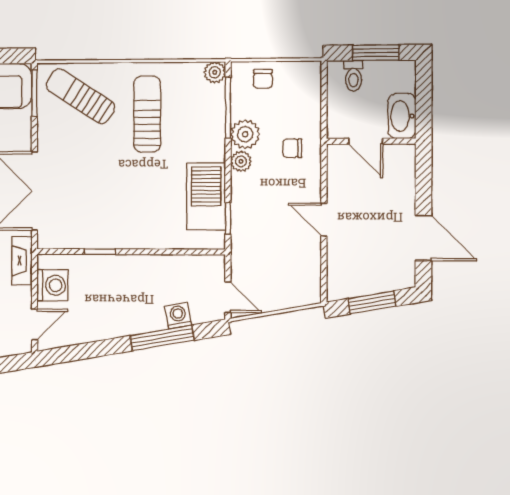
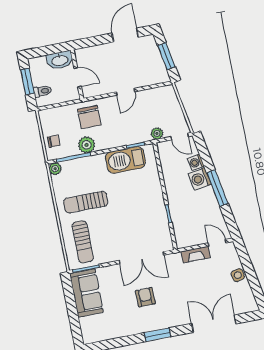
sun lounger: (80, 96) -> (83, 242), turned -33
door: (366, 141) -> (78, 77), hinge flipped
chair: (292, 148) -> (89, 117), width x1.87, depth x1.87
plant: (241, 161) -> (157, 133), moved
fireplace: (22, 261) -> (196, 255), moved
washing machine: (52, 285) -> (200, 179), moved, turned -100
door: (228, 297) -> (180, 137), swing flipped
window: (162, 338) -> (217, 188), moved

